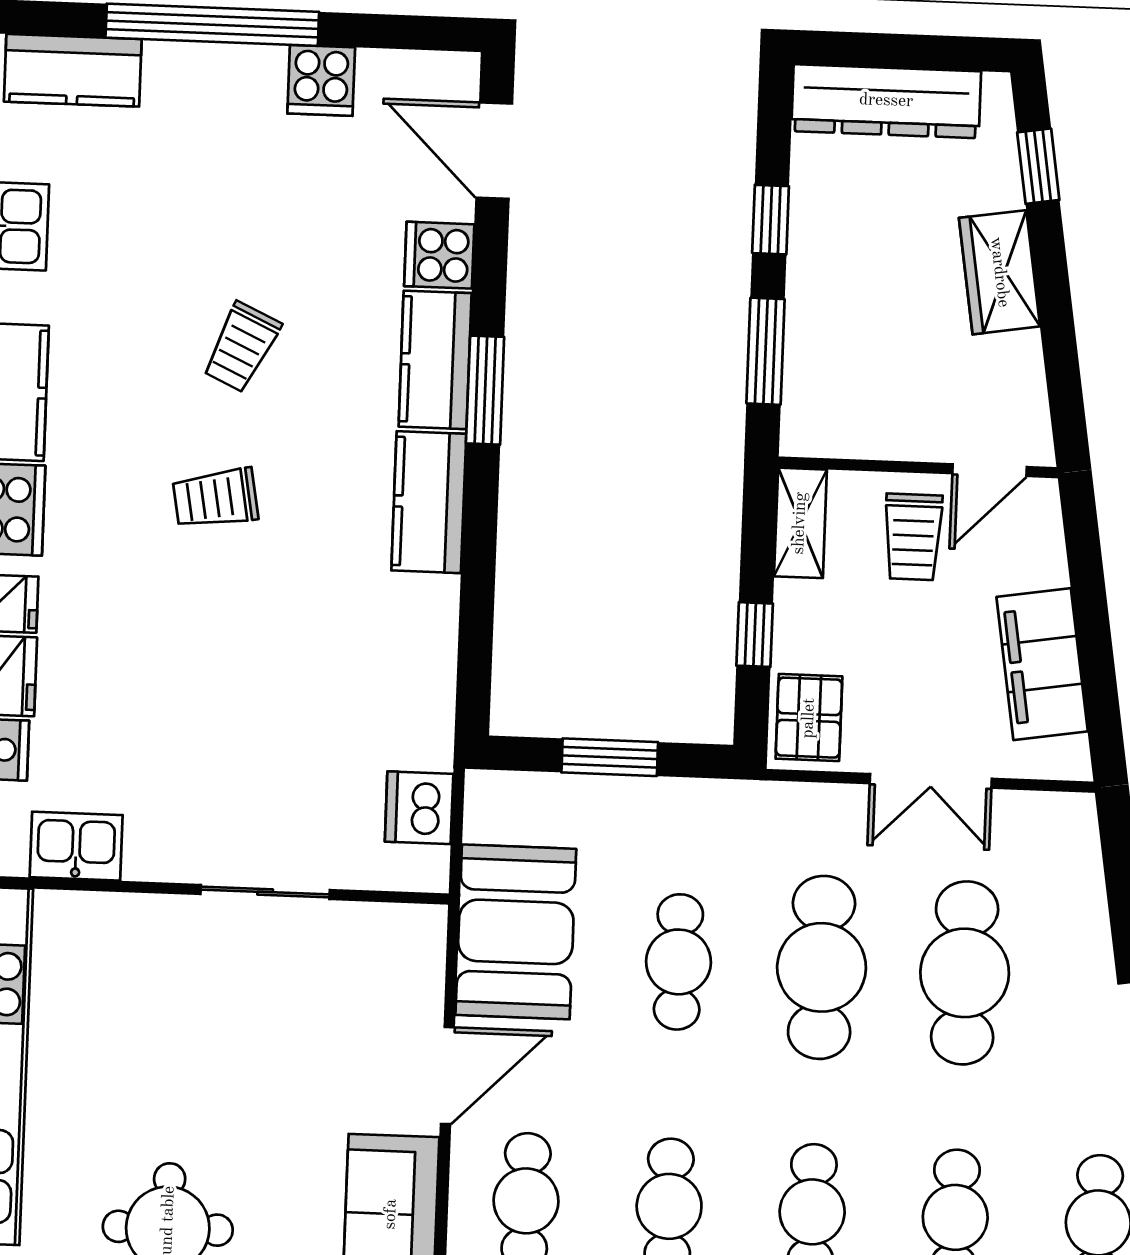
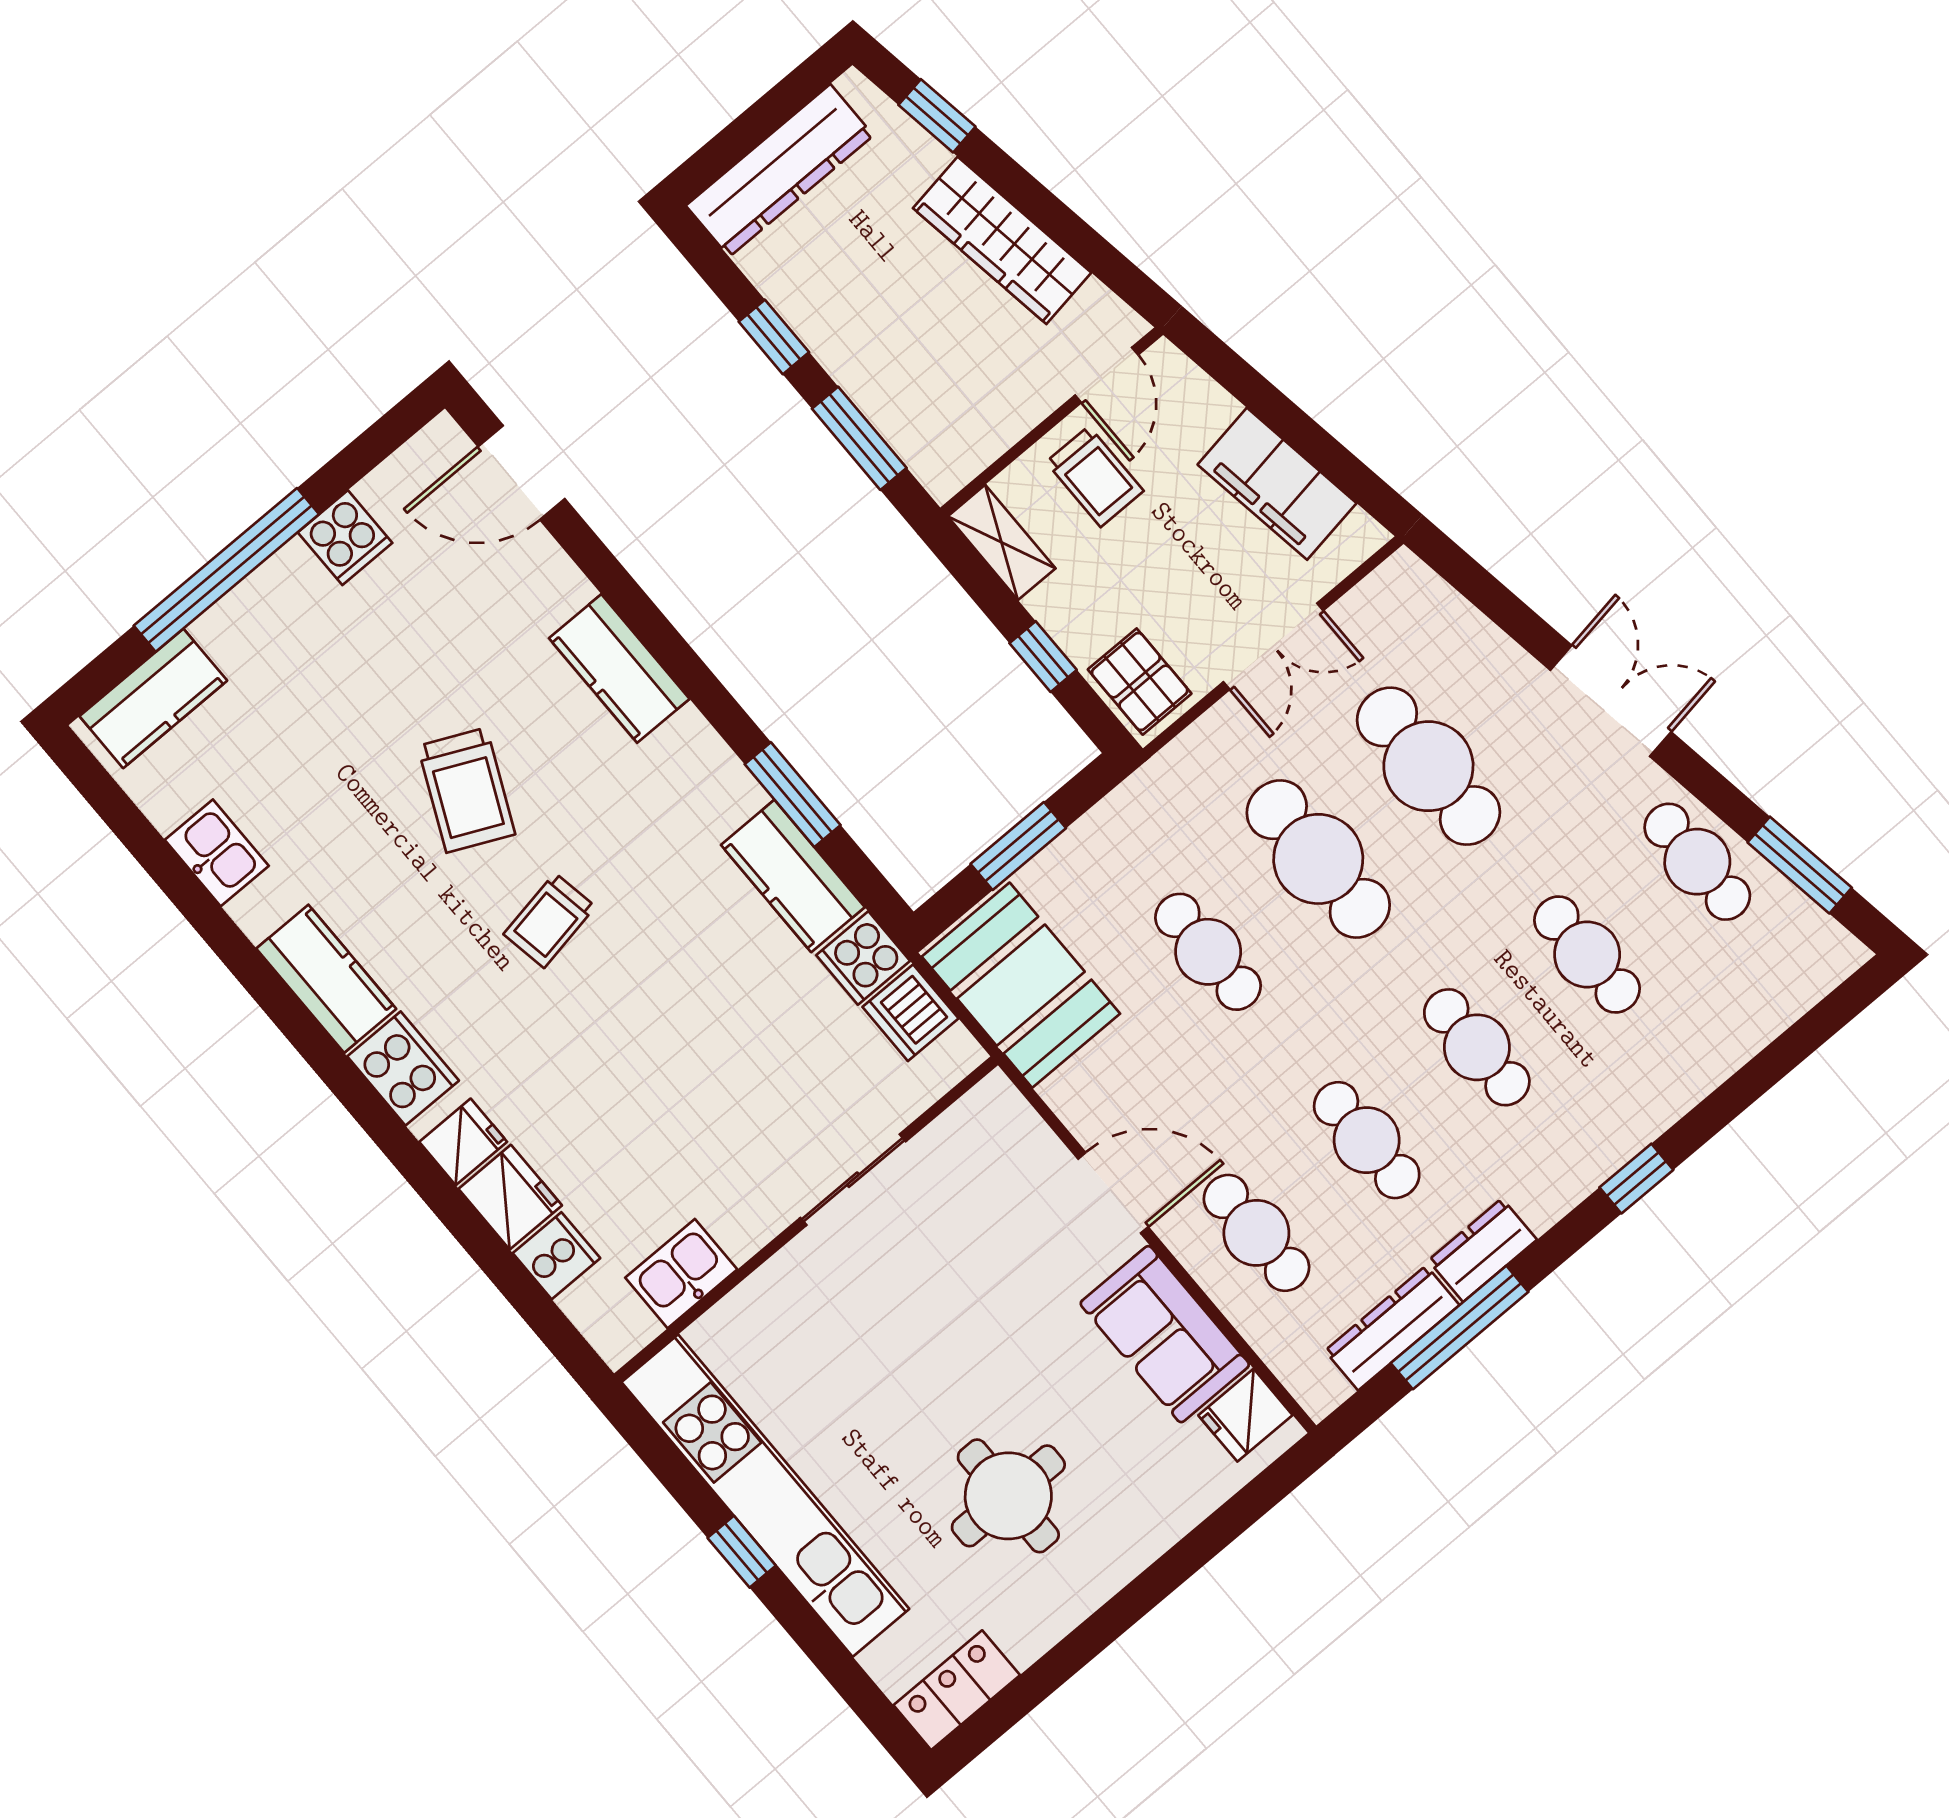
cooker: (439, 255) -> (863, 958), moved
wardrobe: (999, 272) -> (1002, 240), width x1.50
trolley: (242, 347) -> (466, 790), width x1.36, depth x1.39
window: (485, 390) -> (793, 795), moved
kitchen counter: (429, 502) -> (793, 876), moved
booth: (516, 932) -> (1021, 985), moved
door: (447, 1076) -> (1113, 1193), hinge flipped

